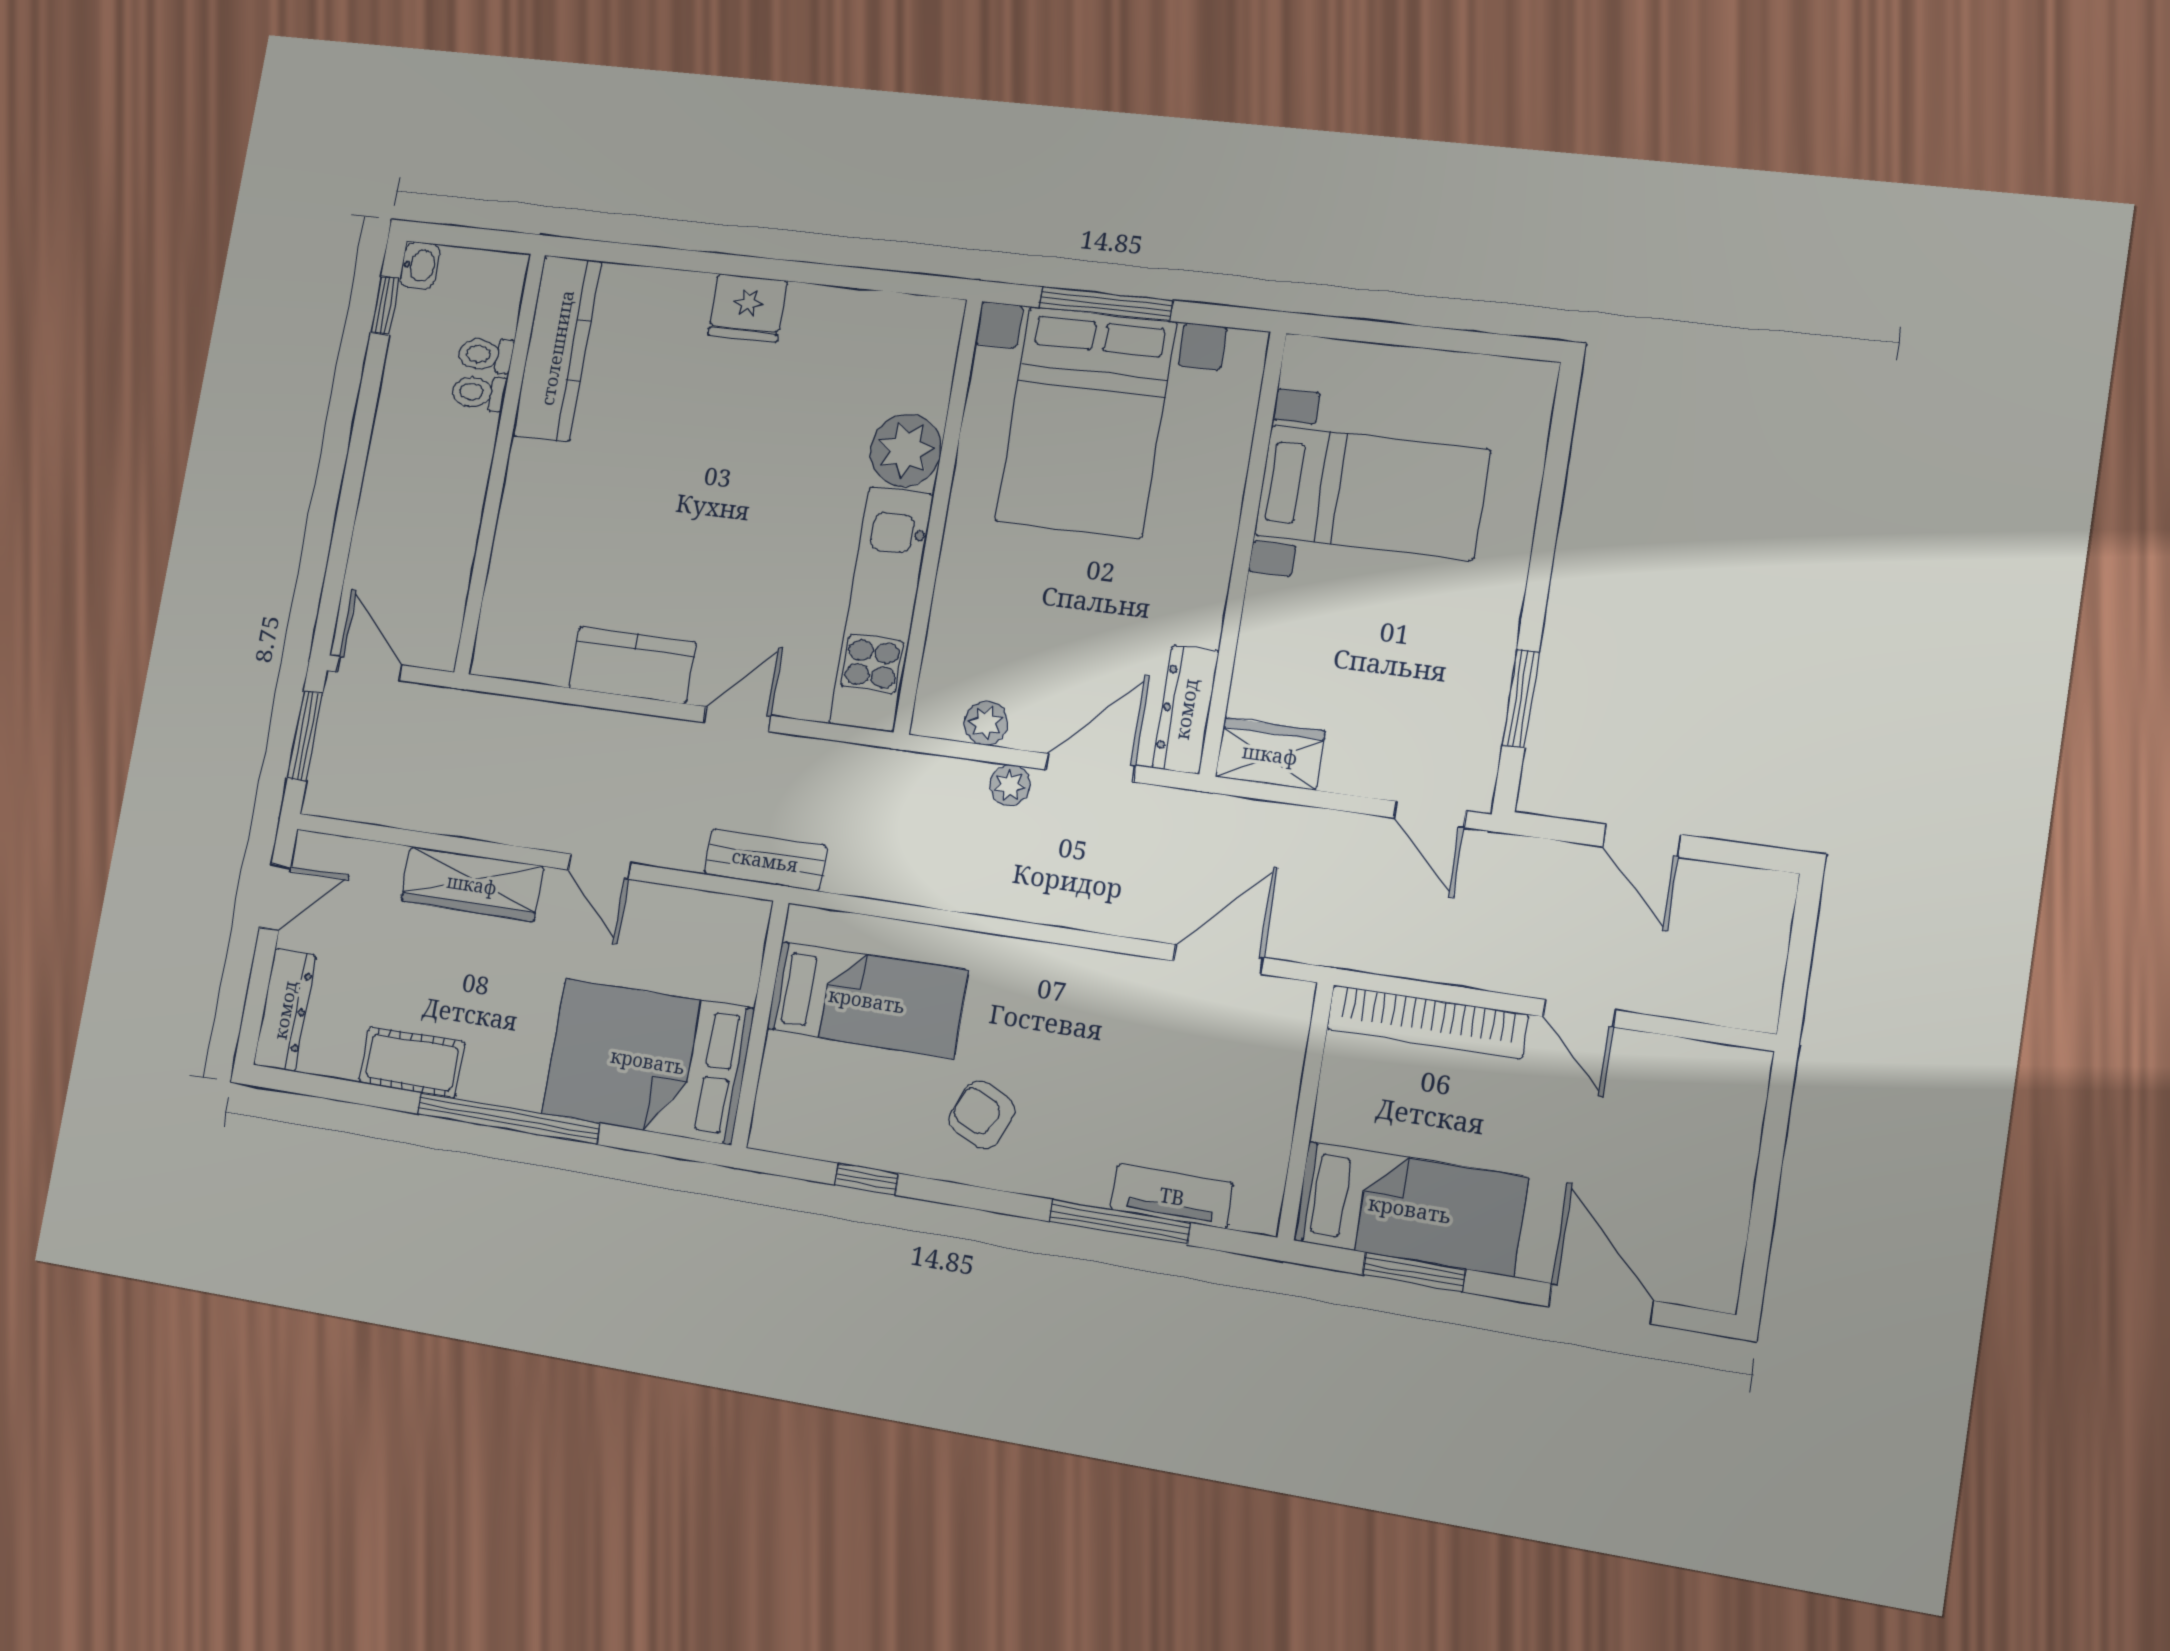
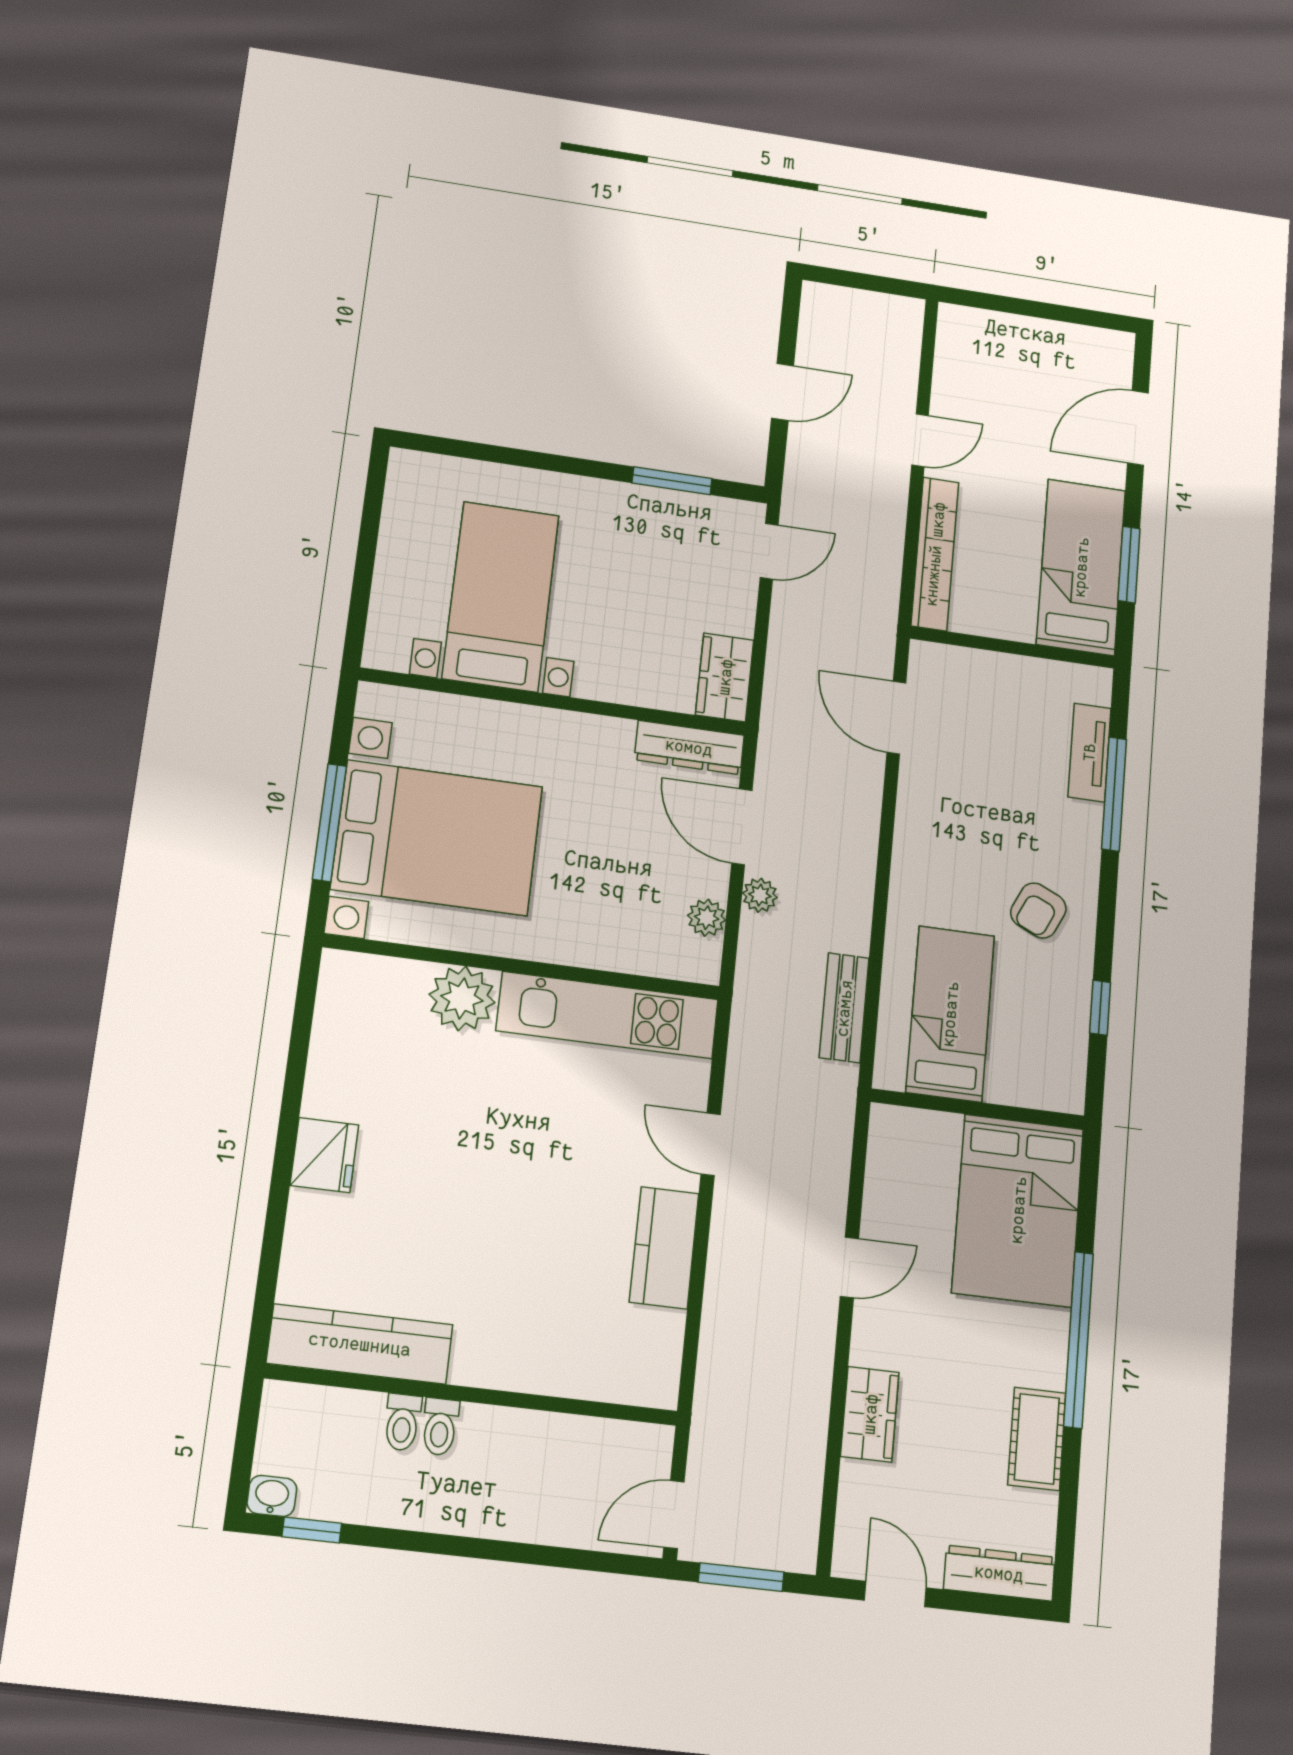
toilet: (486, 355) -> (440, 1427), moved
bench: (765, 860) -> (844, 1008), moved
wardrobe: (472, 884) -> (870, 1414), width x0.67

